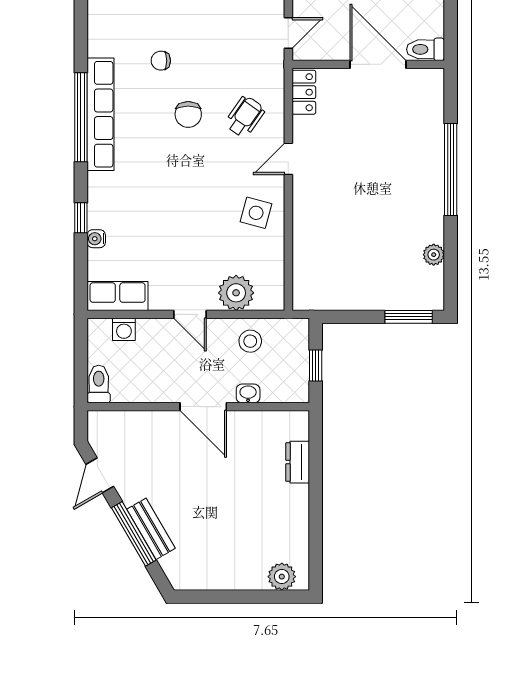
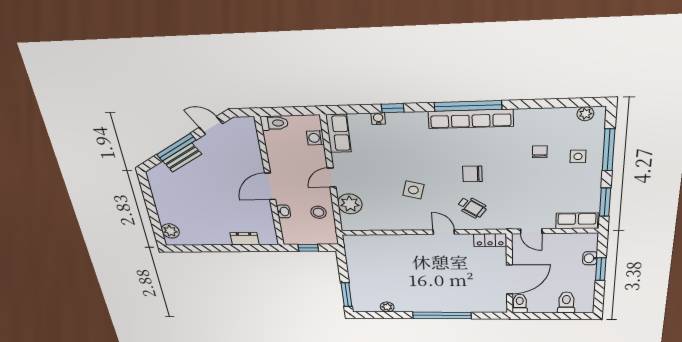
chair: (161, 61) -> (540, 152), moved
side table: (256, 213) -> (413, 190), moved

